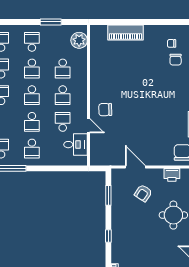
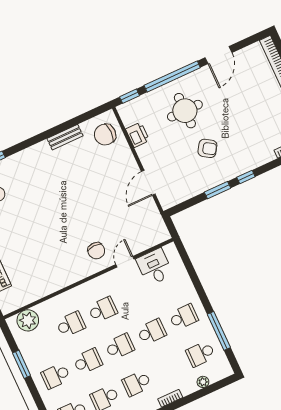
school desk: (63, 122) -> (135, 295), removed
armchair: (143, 193) -> (207, 148), moved
window: (108, 195) -> (218, 190), moved

